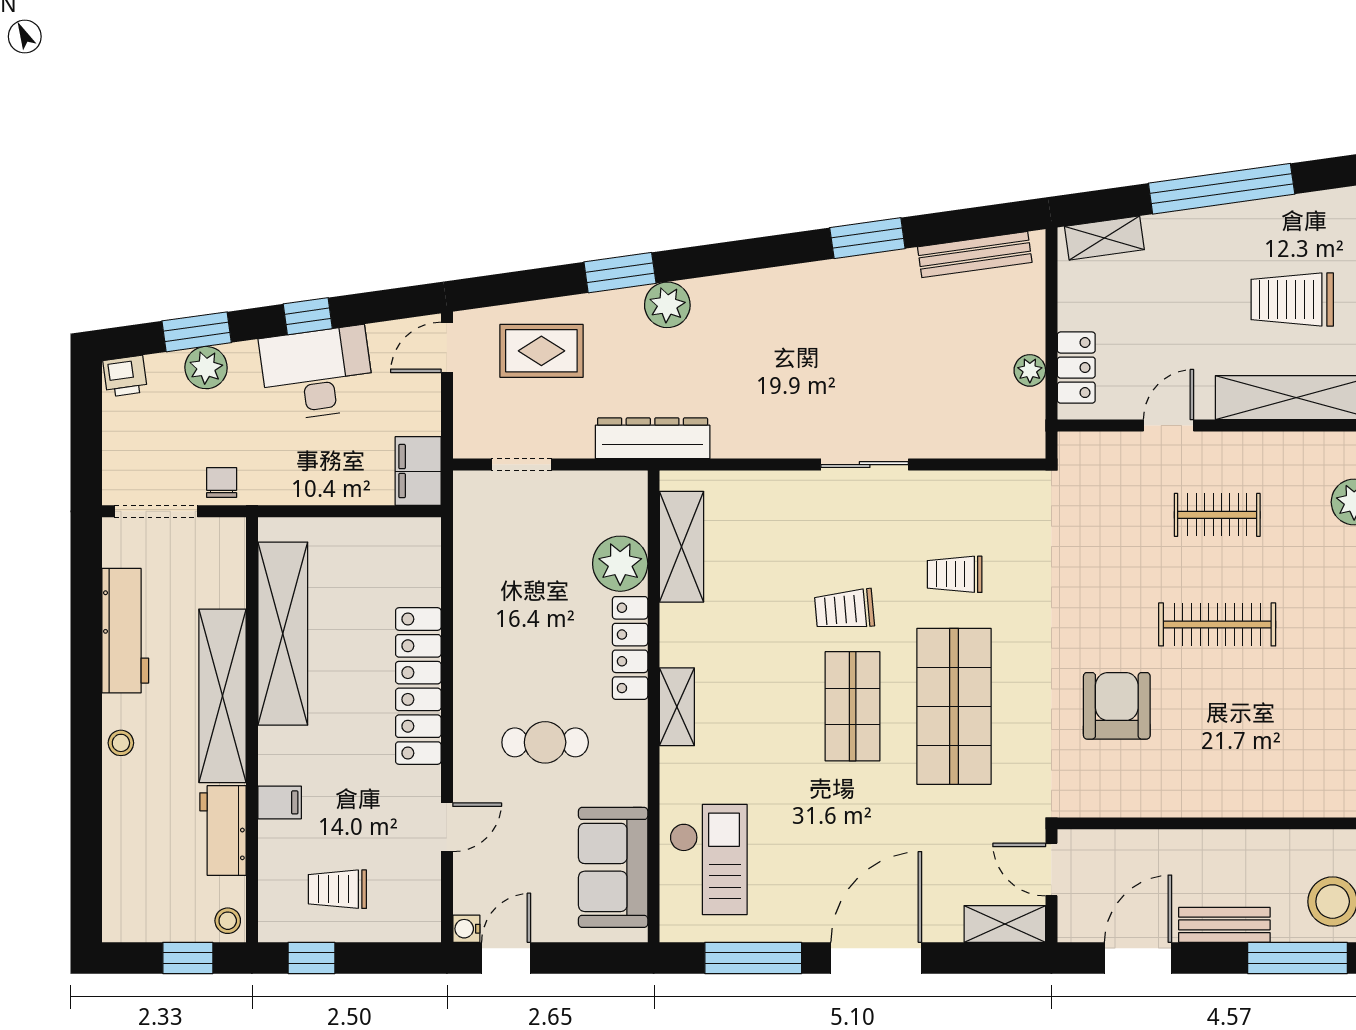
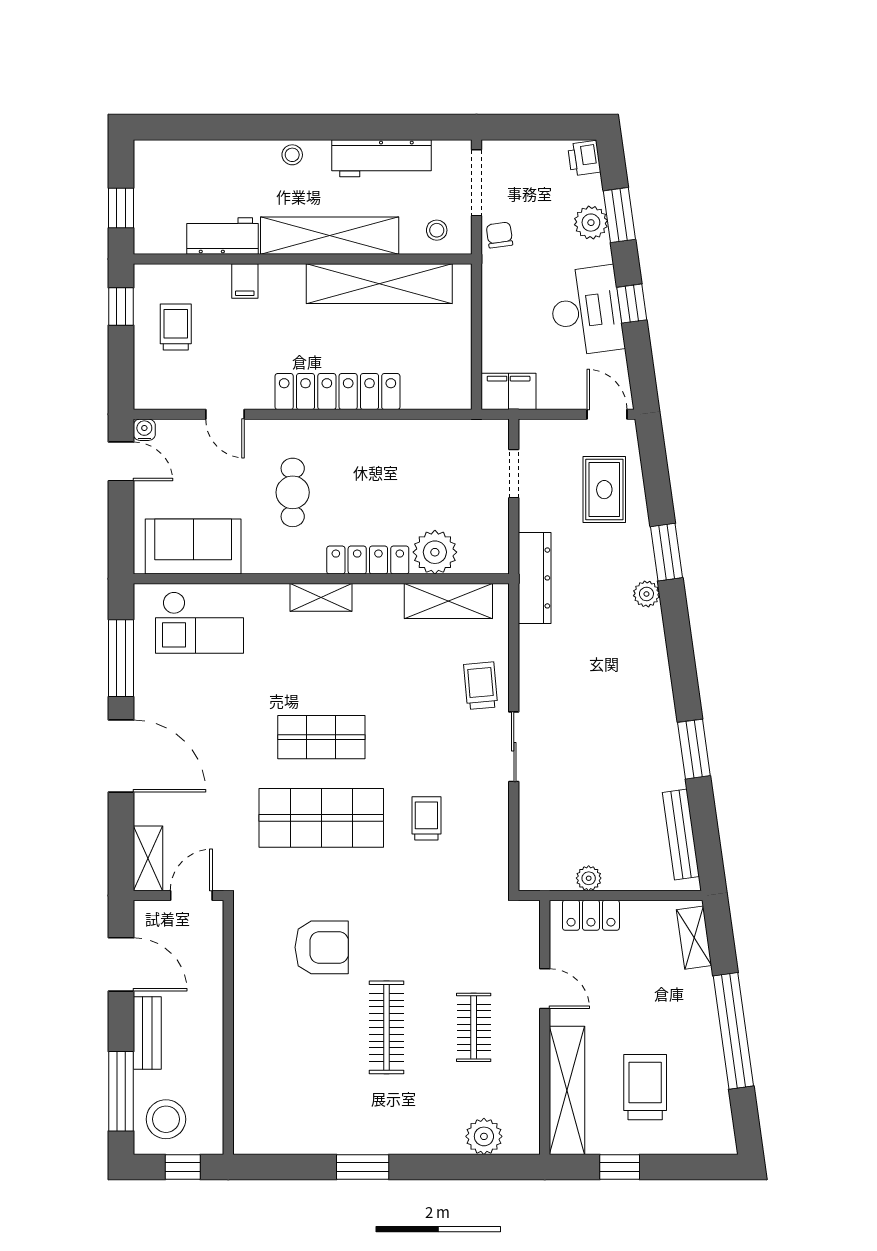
plant: (667, 305) -> (646, 594), width x0.73, depth x0.73
chair: (222, 482) -> (499, 235), turned -98
trolley: (844, 610) -> (481, 686), moved
stool: (228, 921) -> (437, 230), moved

